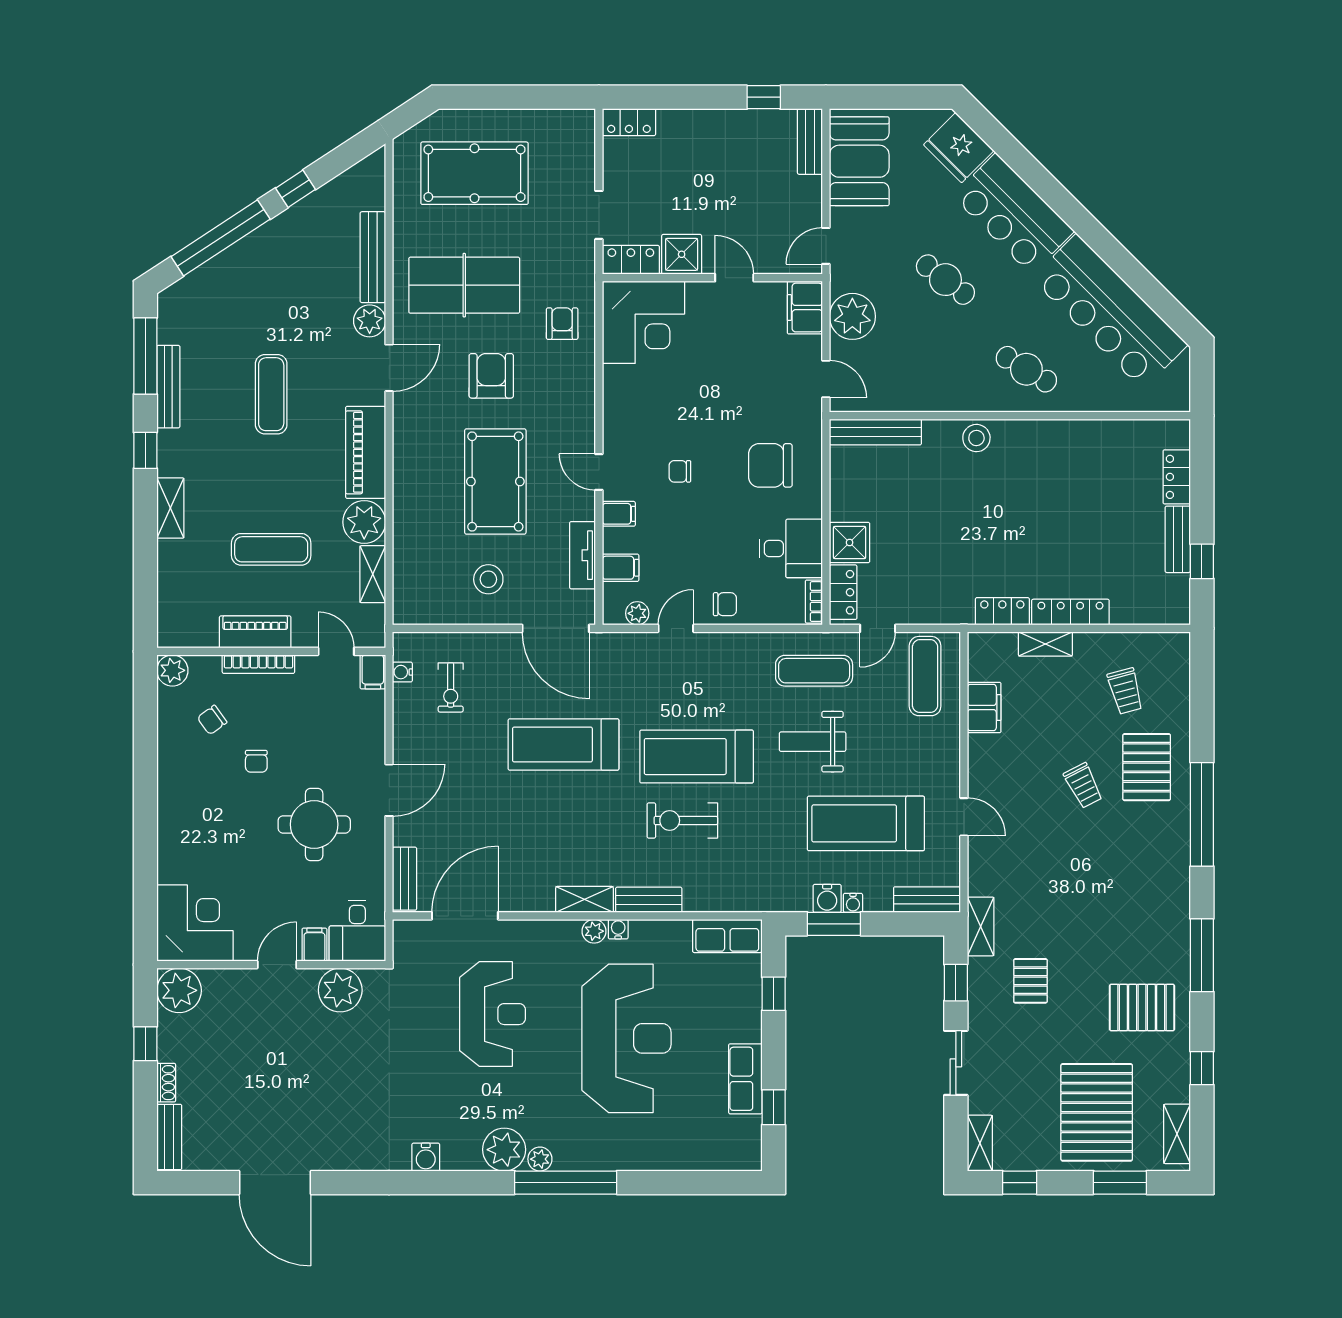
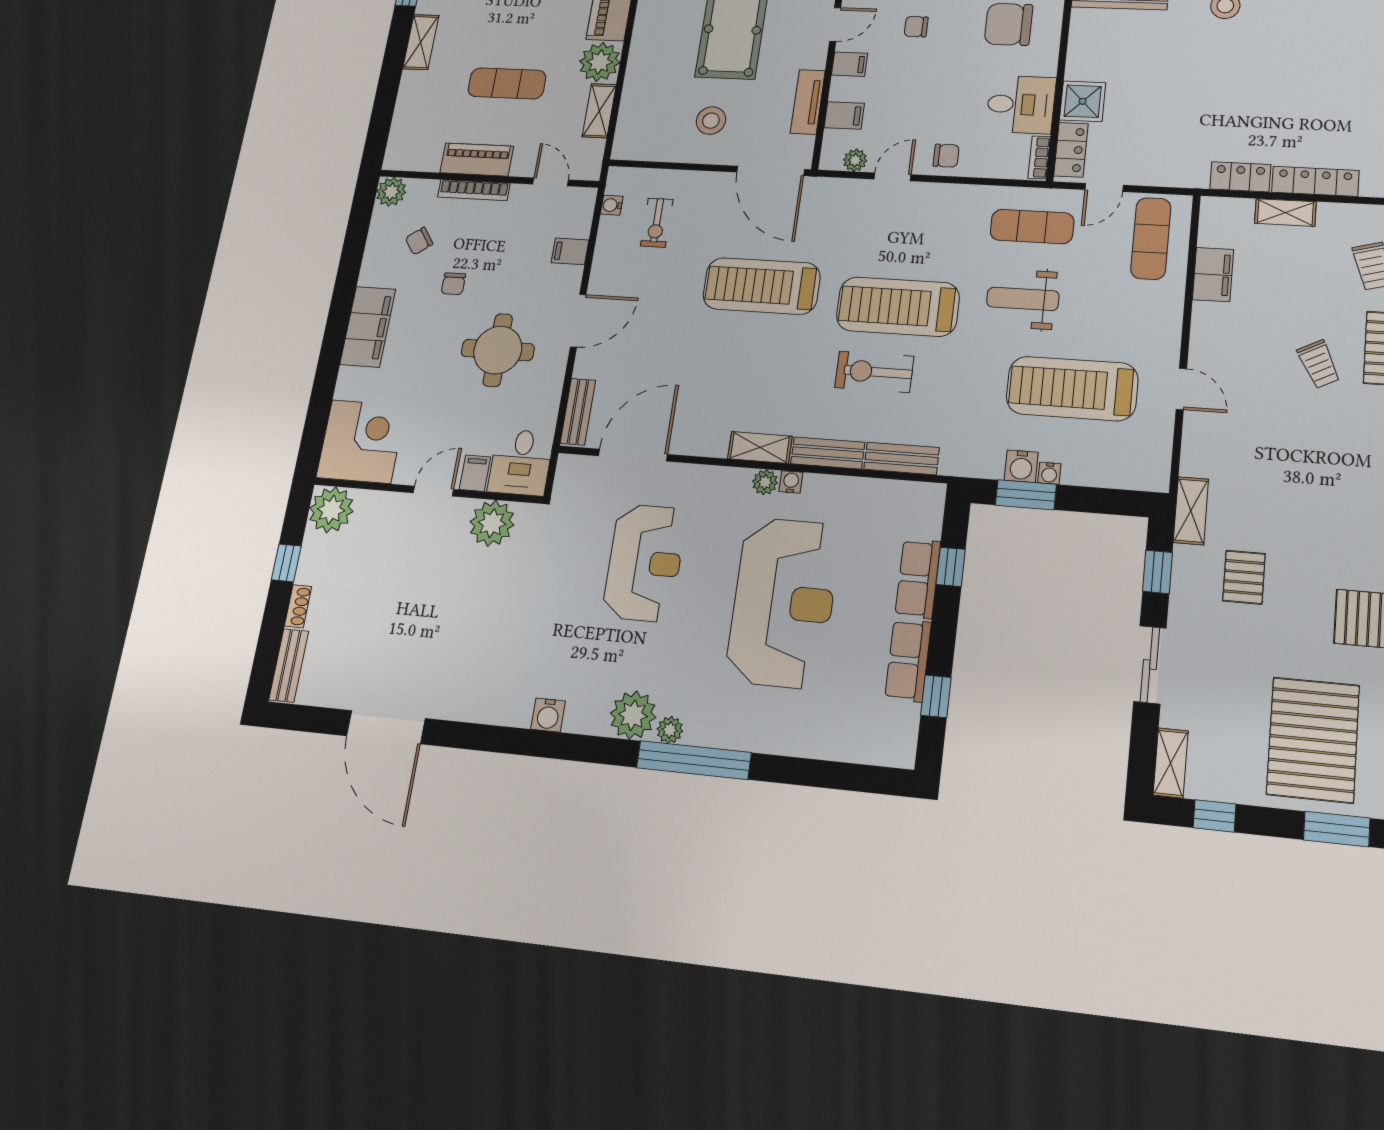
door: (599, 472) -> (835, 24), swing flipped
filing cabinet: (373, 672) -> (570, 251), moved, turned 90
filing cabinet: (177, 810) -> (368, 327), added
bench: (927, 900) -> (901, 458), moved
row of seats: (727, 936) -> (918, 579), moved, turned 90

